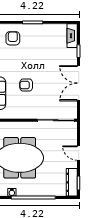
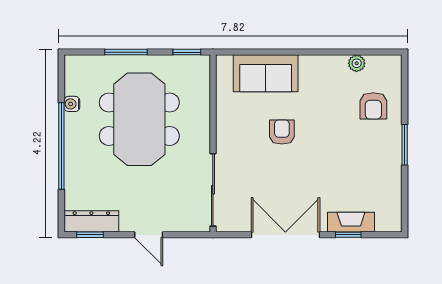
fireplace: (72, 36) -> (351, 222), moved
armchair: (13, 38) -> (373, 106), turned 90
door: (79, 153) -> (149, 235), swing flipped

